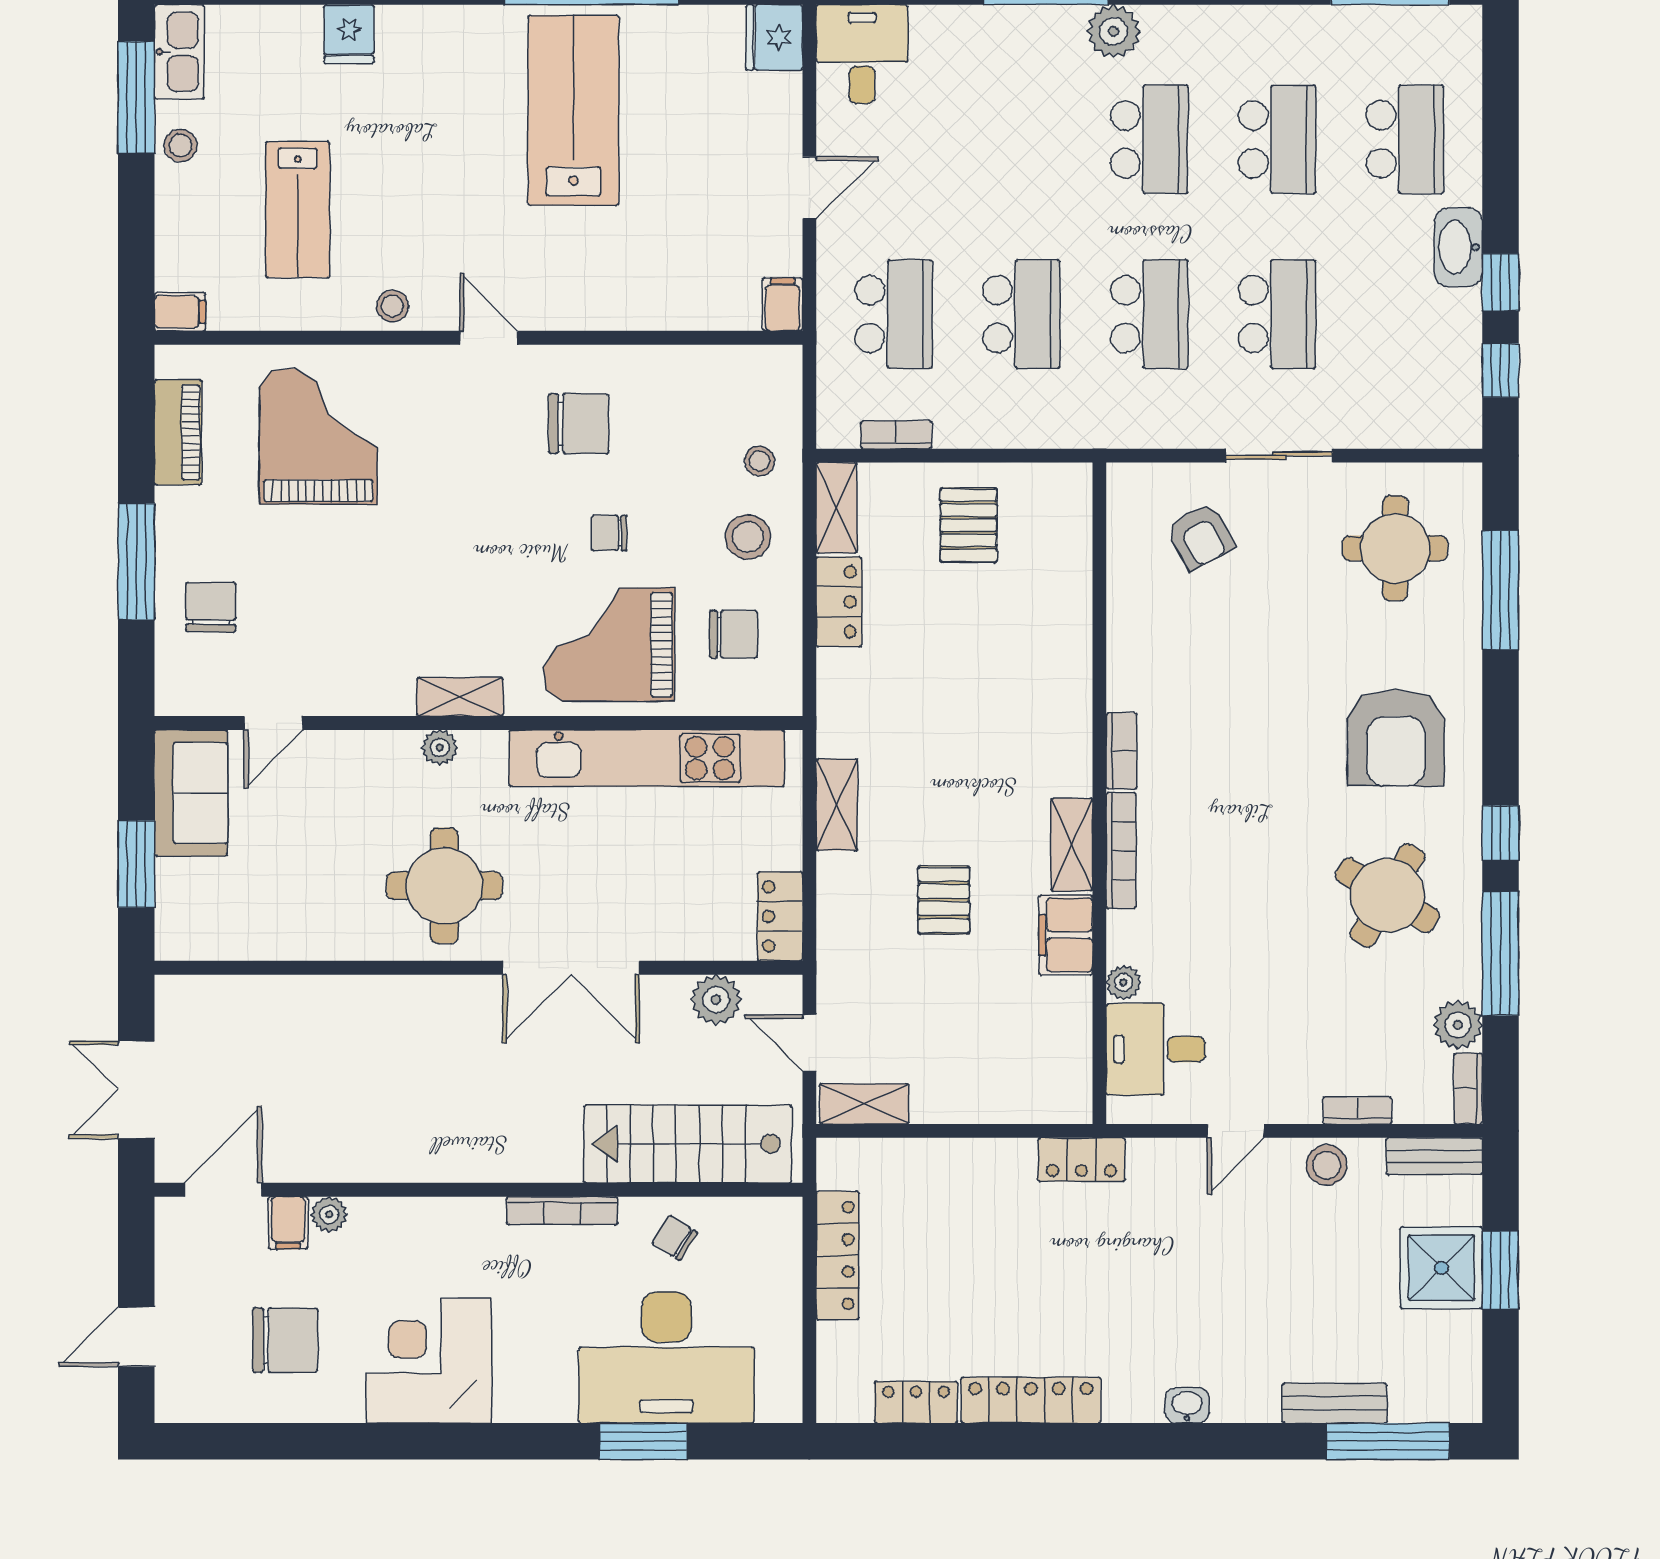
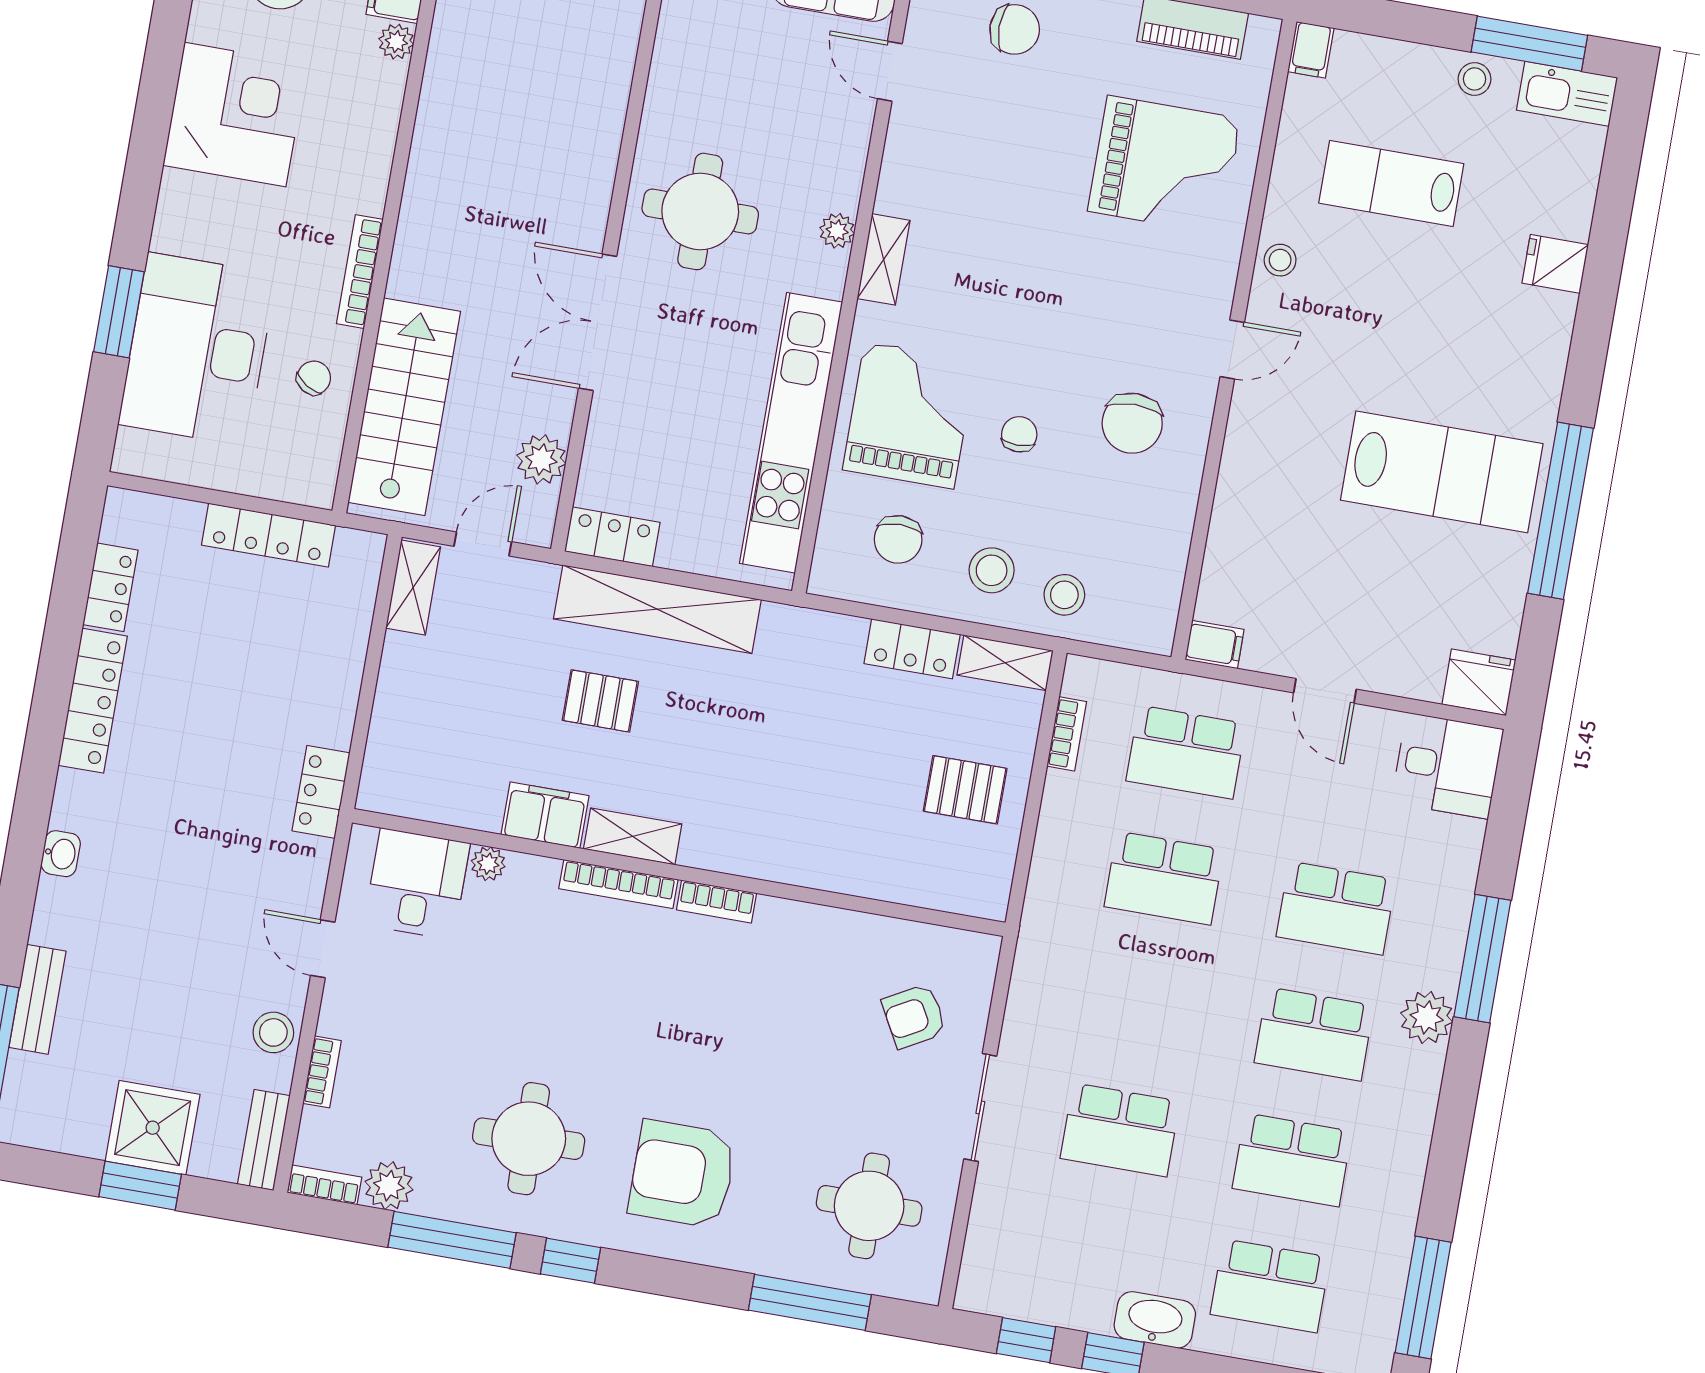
school desk: (1149, 314) -> (1336, 908), moved
stool: (759, 461) -> (1064, 595), width x1.37, depth x1.37
shelving: (837, 805) -> (657, 609), width x2.20, depth x1.33
round table: (1387, 895) -> (529, 1139), turned -32

